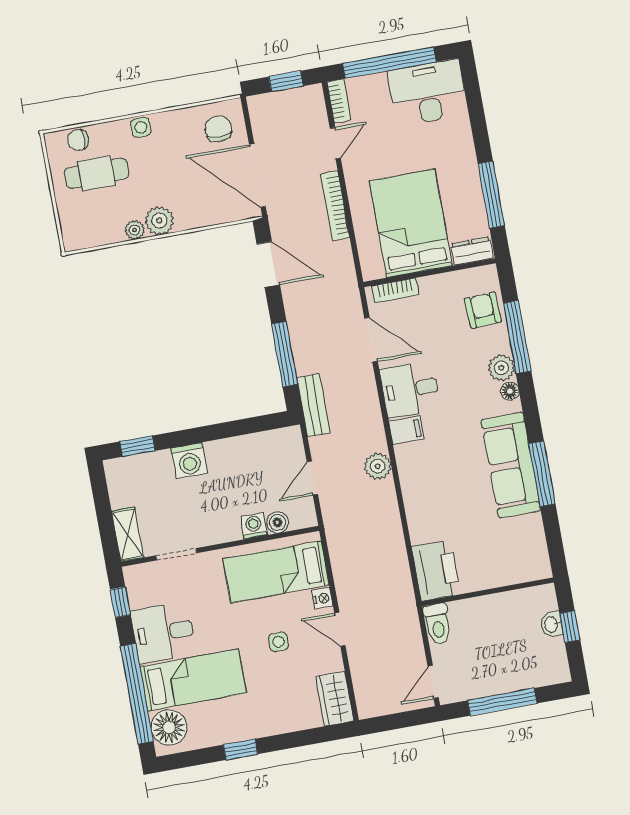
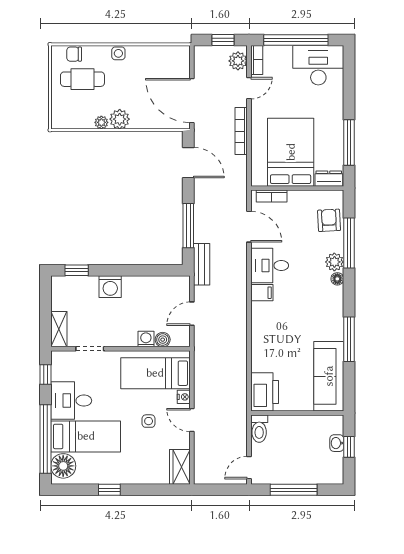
chair: (218, 129) -> (171, 64), removed
sofa: (511, 465) -> (329, 376), moved
plant: (378, 466) -> (238, 61), moved

